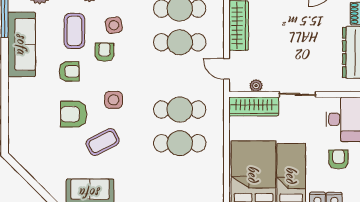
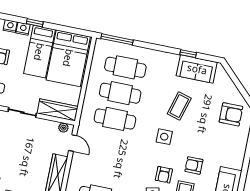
cafe table: (180, 42) -> (125, 67), moved
plant: (256, 86) -> (63, 128), moved
armchair: (74, 114) -> (231, 114), moved
coffee table: (103, 142) -> (179, 106), turned -47

